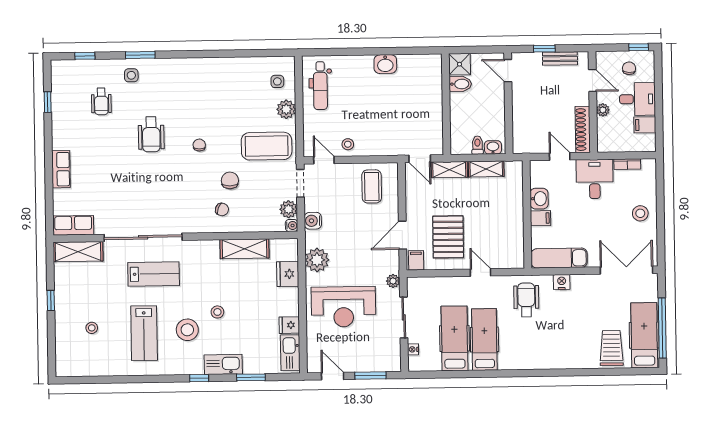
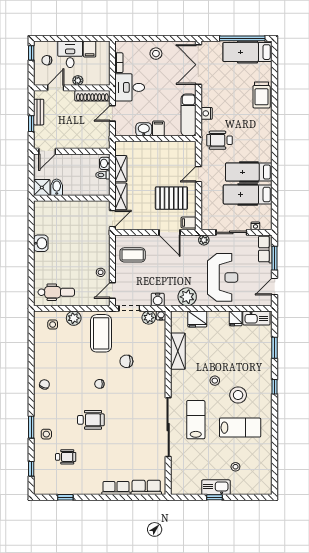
chair: (222, 209) -> (44, 384), moved
row of seats: (73, 225) -> (146, 487), moved, turned 90
shelving: (78, 252) -> (178, 476), removed
stool: (217, 312) -> (215, 381), moved
trolley: (611, 348) -> (262, 95), moved, turned -90
row of seats: (382, 363) -> (265, 249), added
kitchen sink: (223, 364) -> (216, 487), moved, turned 90

